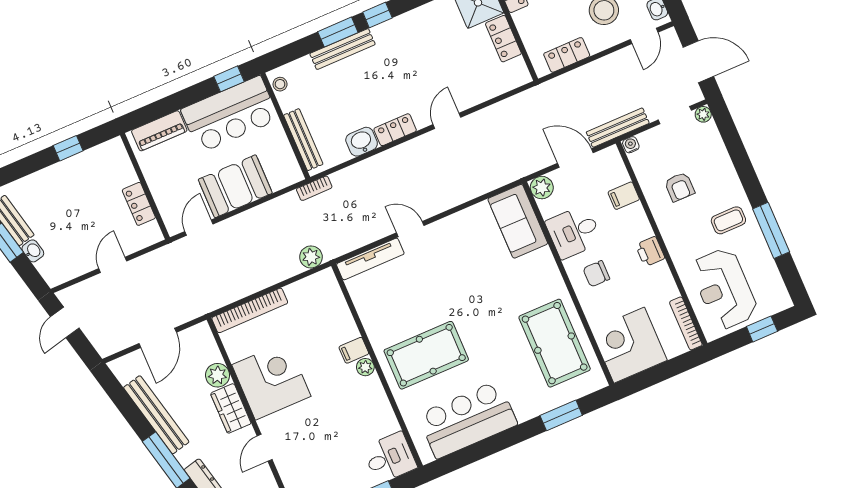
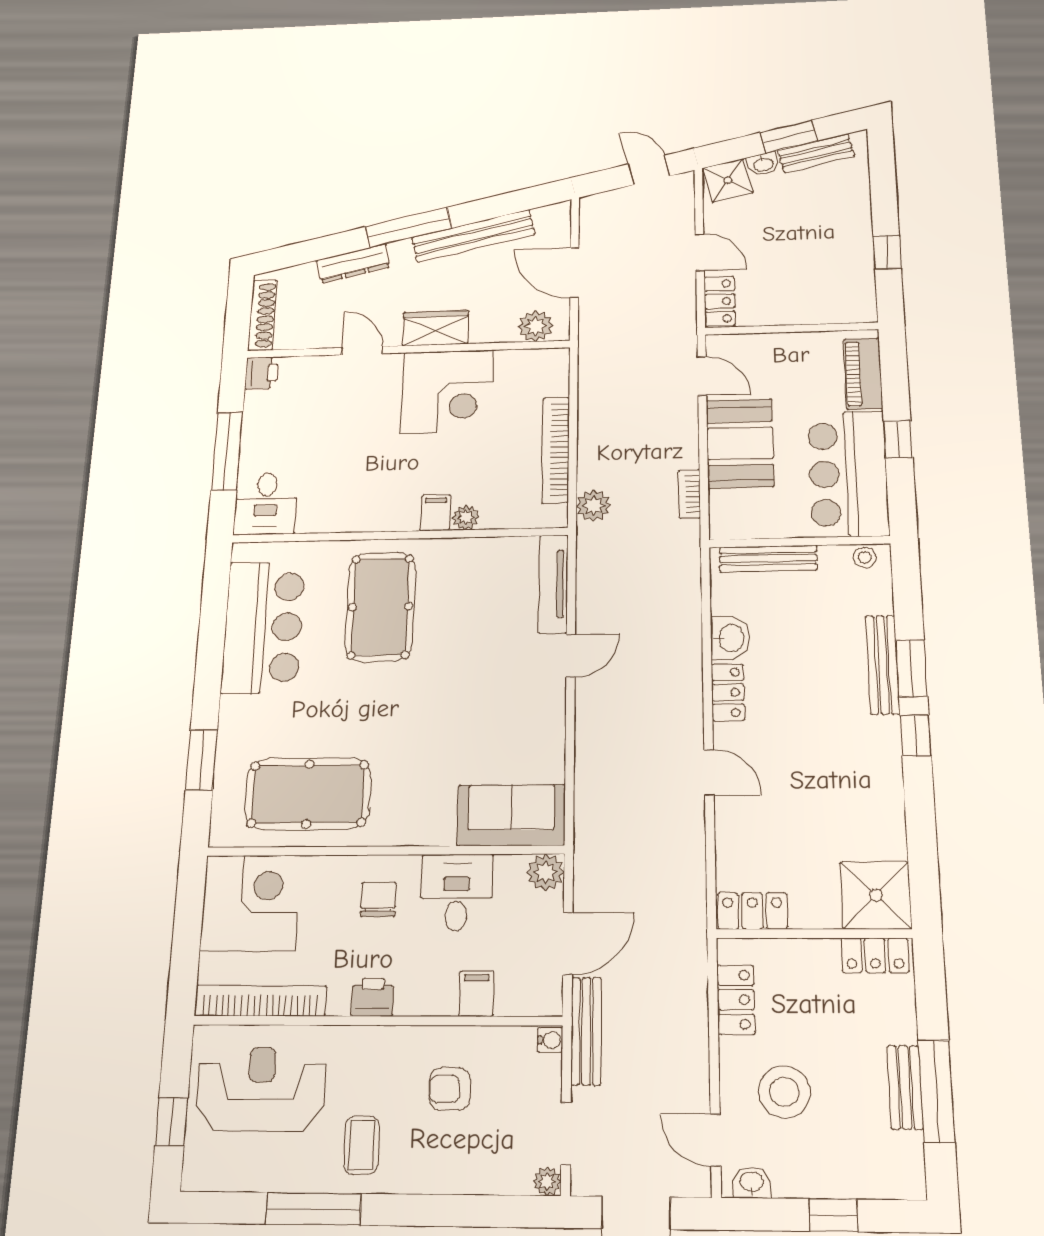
locker: (503, 39) -> (752, 911), moved
window: (229, 79) -> (898, 439), moved
bookcase: (314, 188) -> (689, 494), moved
locker: (139, 204) -> (720, 301), moved, turned 90
shower: (53, 268) -> (728, 180), added
bookcase: (250, 310) -> (556, 450), moved
bookcase: (686, 323) -> (260, 1001), width x1.48, depth x1.31
plant: (365, 367) -> (466, 518), moved
plant: (218, 375) -> (536, 326), moved

